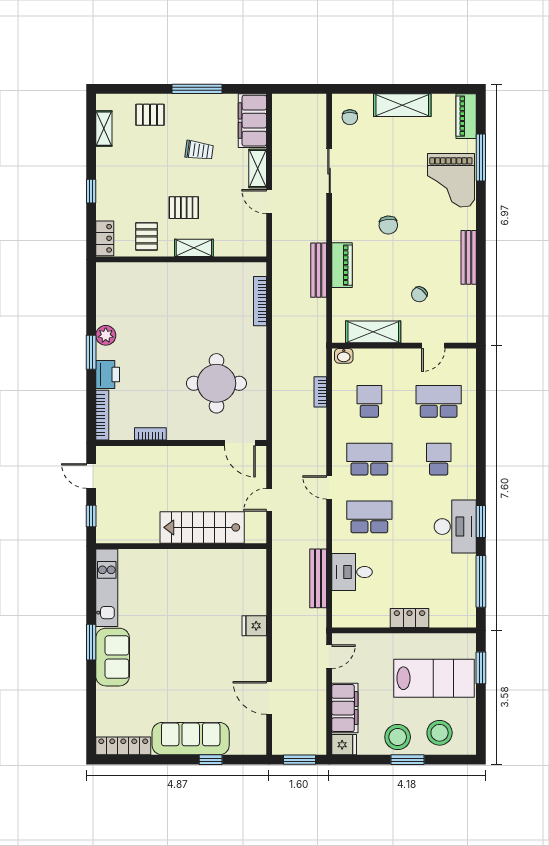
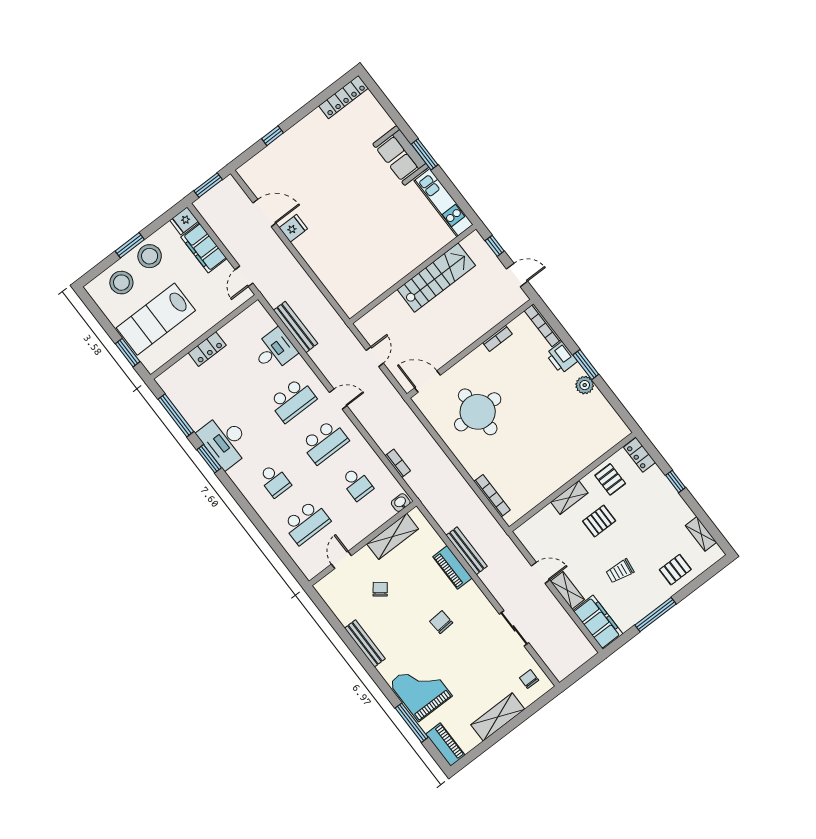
stairs: (202, 527) -> (436, 278), moved
fridge: (254, 626) -> (293, 228), moved
sofa: (191, 739) -> (299, 140), removed

